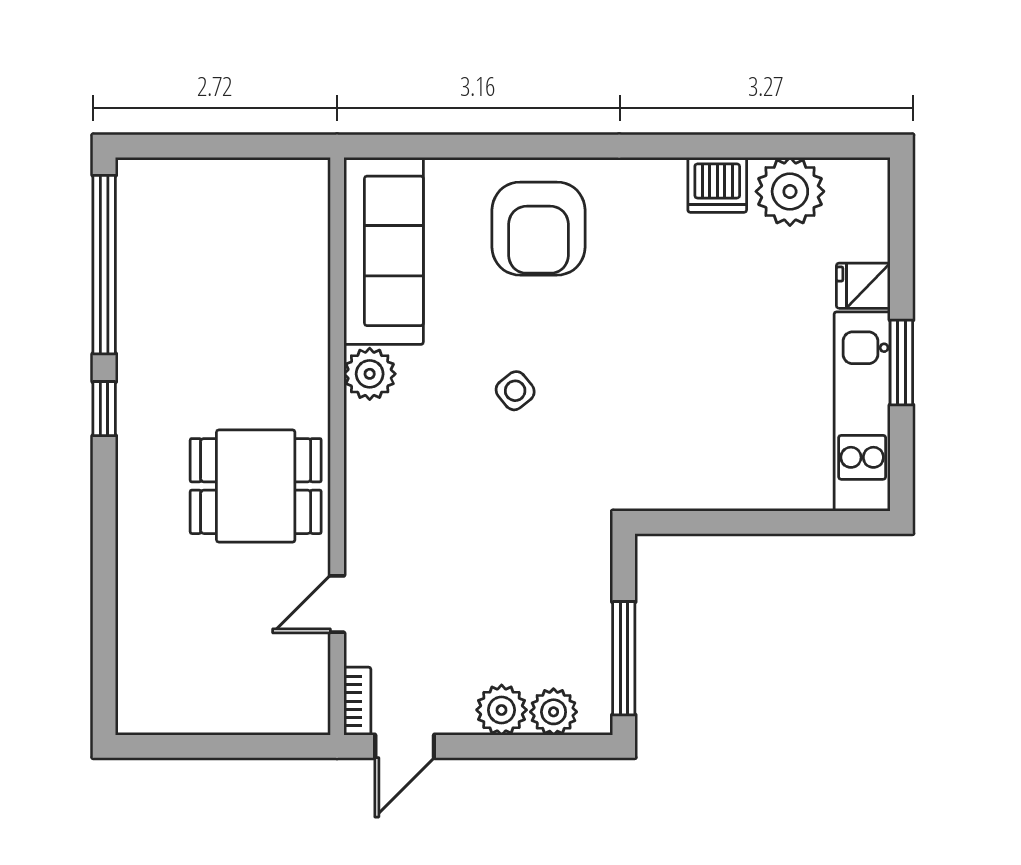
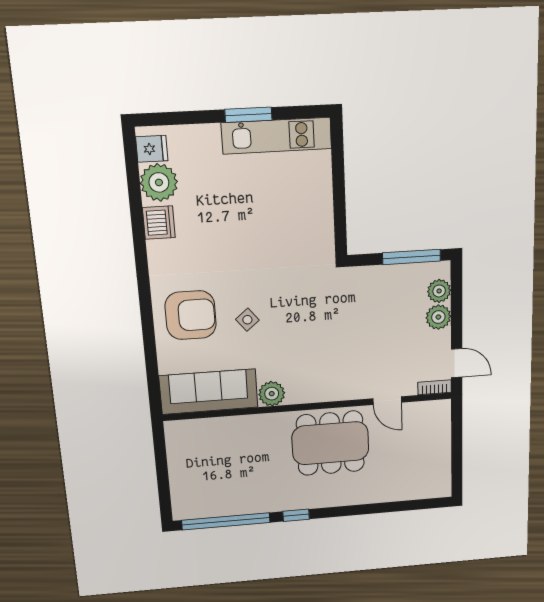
fridge: (863, 286) -> (152, 149), moved, turned -90
side table: (515, 391) -> (247, 320), moved
dining table: (256, 486) -> (330, 443), width x1.38

